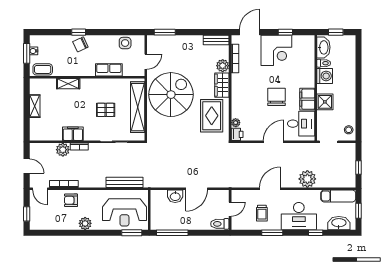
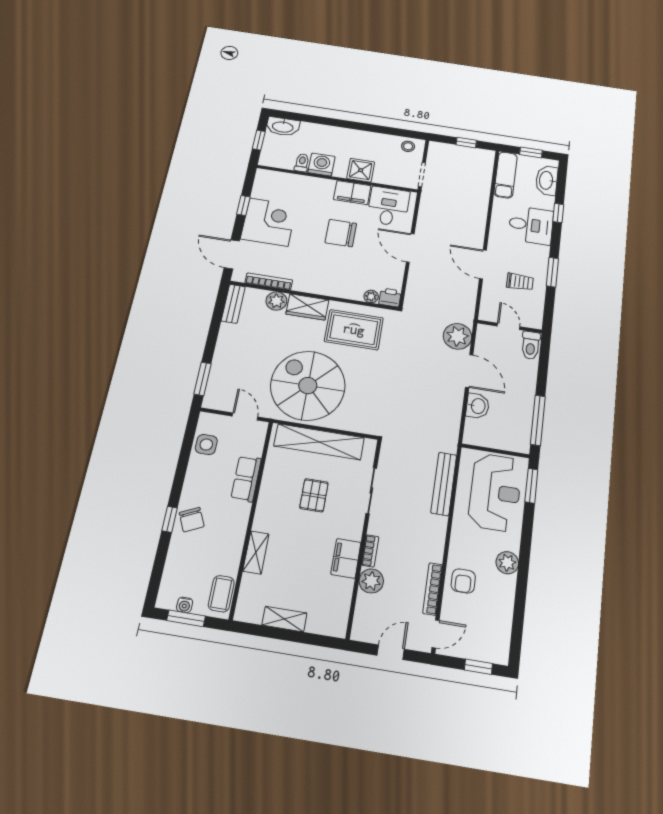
washbasin: (323, 47) -> (283, 127), moved, turned 180
plant: (307, 179) -> (457, 336), moved
desk: (299, 216) -> (531, 225), width x0.73

